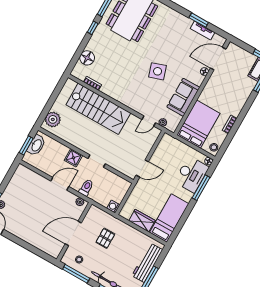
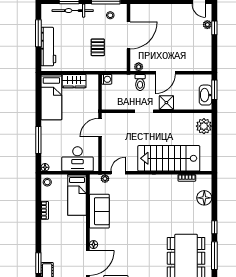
side table: (158, 71) -> (135, 221), removed
bed: (199, 124) -> (77, 195), width x0.67
desk: (192, 174) -> (77, 159), moved, turned -90

